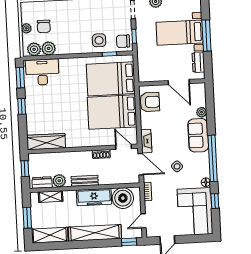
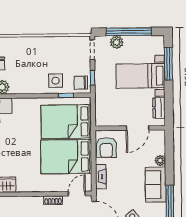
window: (206, 36) -> (168, 64), moved
door: (179, 82) -> (138, 128), hinge flipped
armchair: (150, 102) -> (106, 148), turned 90
fireplace: (146, 141) -> (101, 177), moved
door: (124, 147) -> (77, 194), hinge flipped

